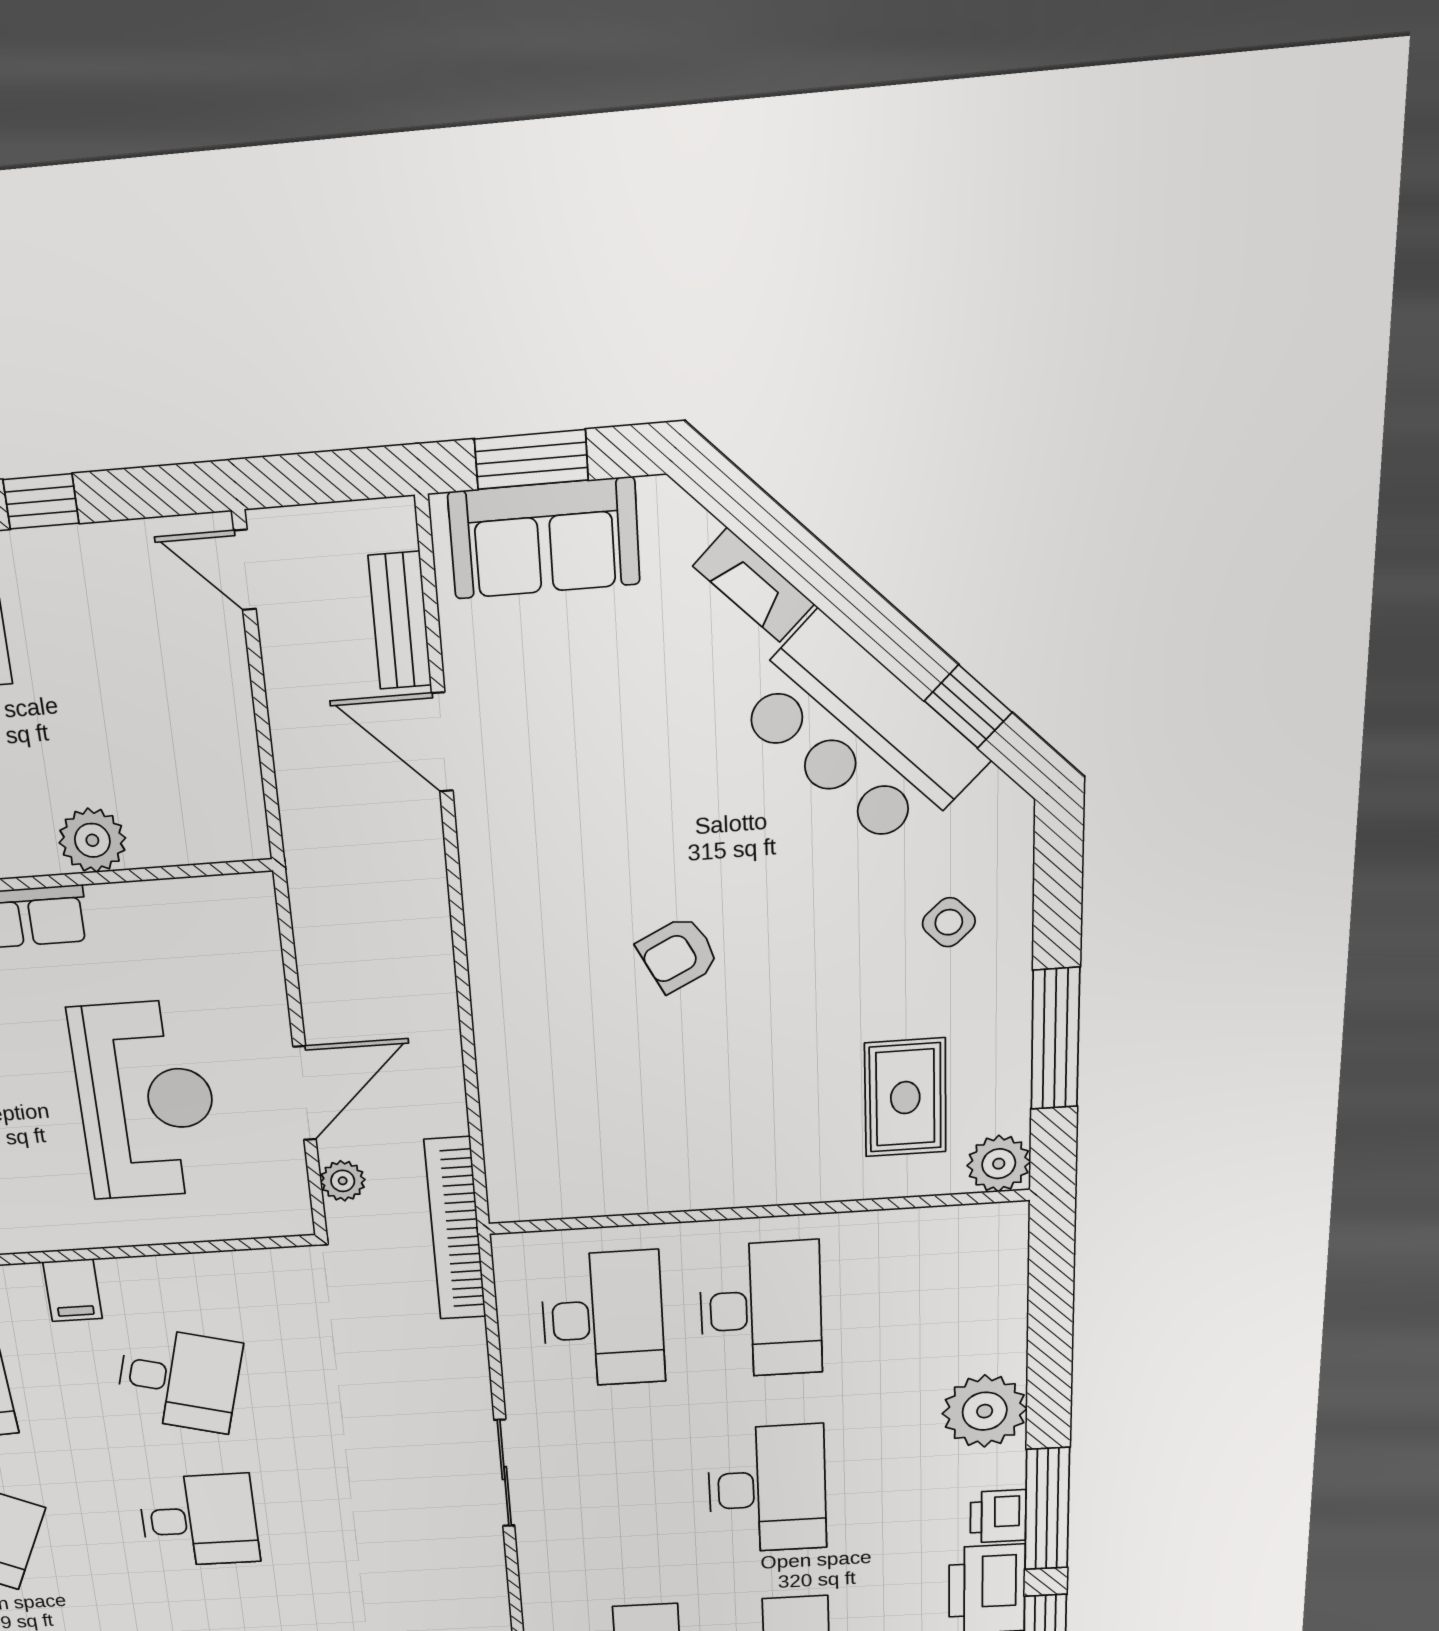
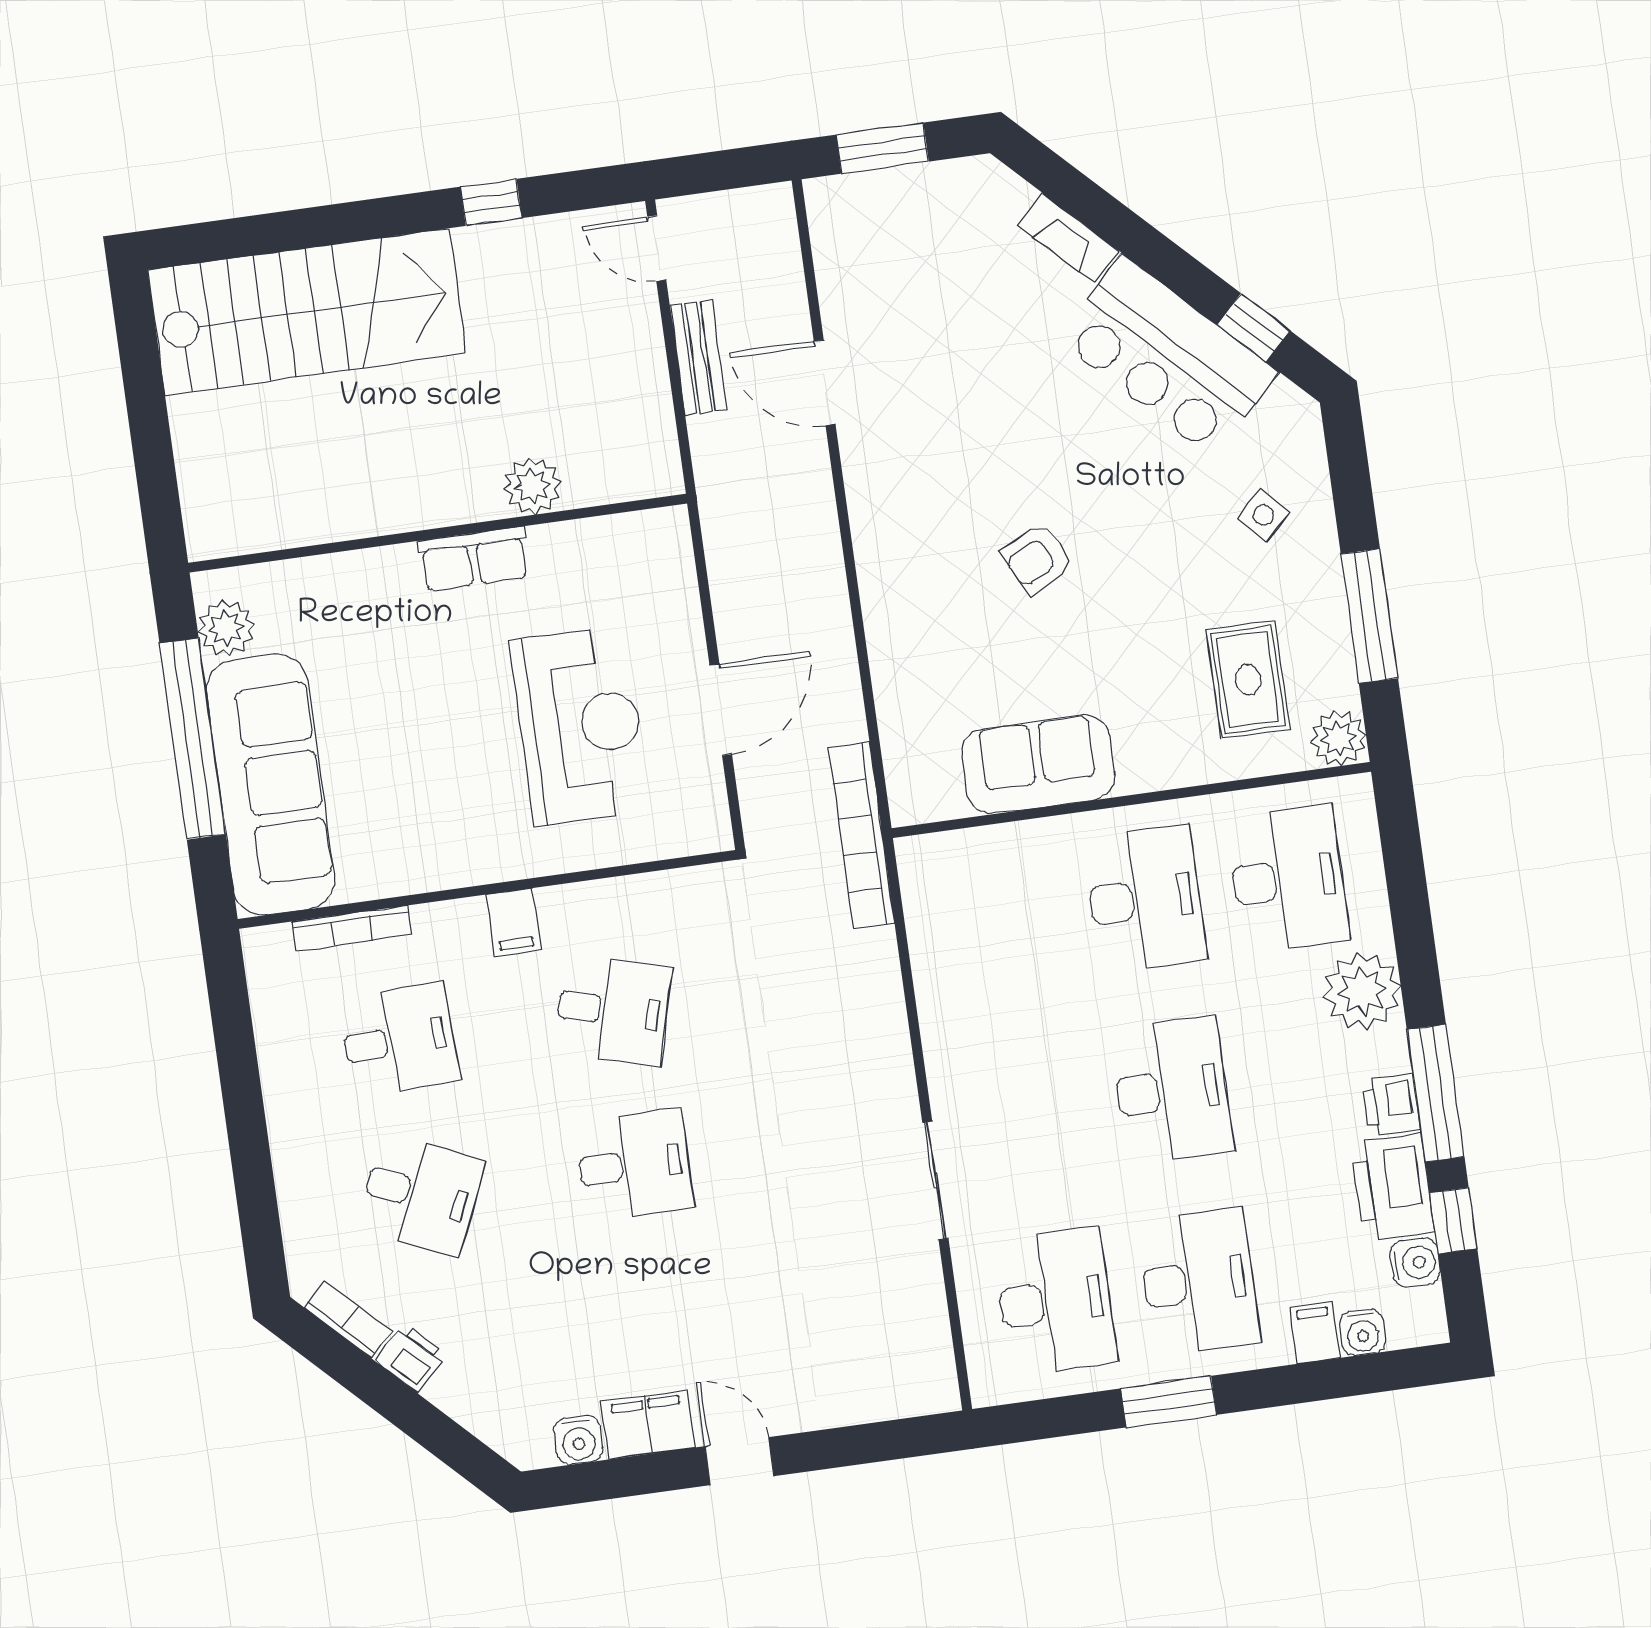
sofa: (544, 538) -> (1038, 764), moved, turned 180
bench: (400, 621) -> (698, 358), moved
plant: (343, 1181) -> (758, 794), removed
desk: (603, 1319) -> (1288, 879), moved
sliding door: (504, 1473) -> (935, 1180), moved

